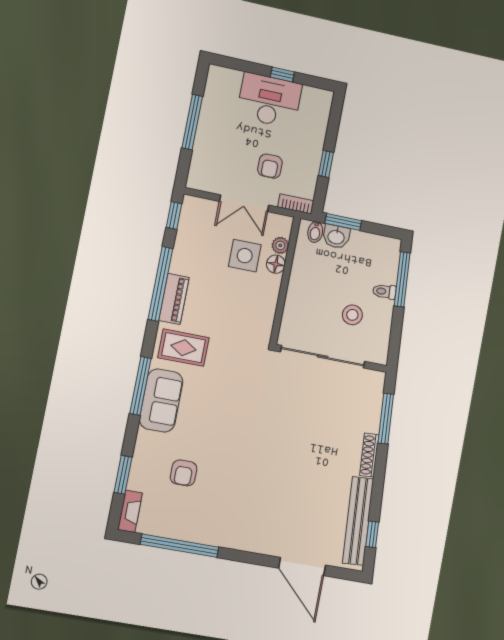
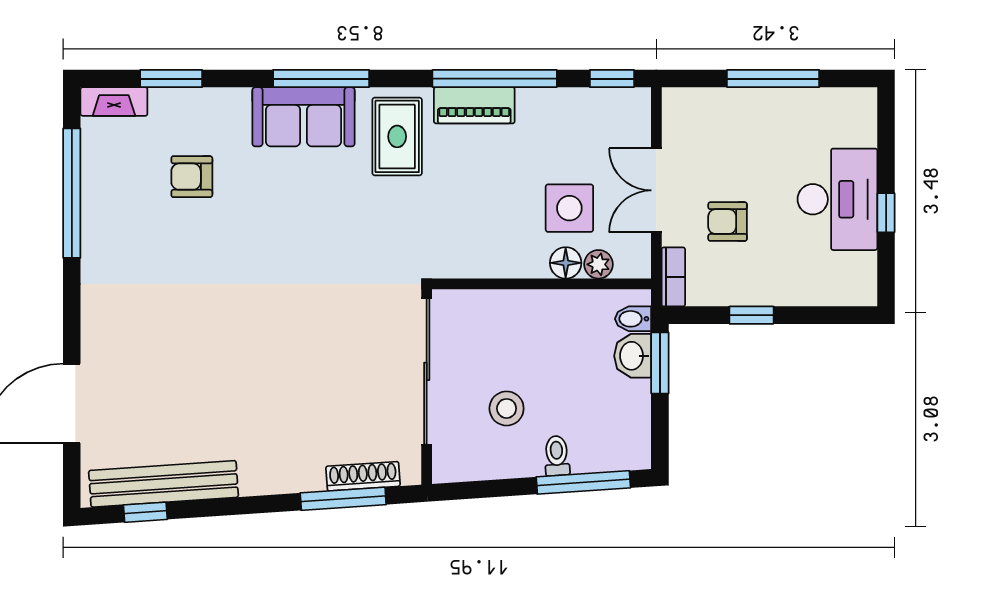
shoe rack: (369, 455) -> (363, 476), moved

